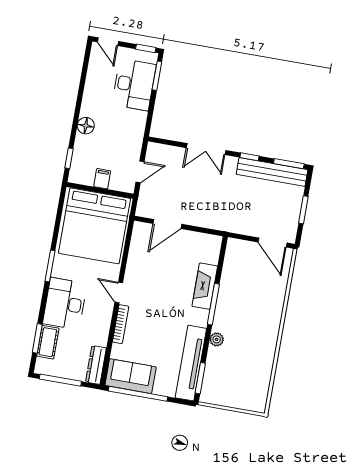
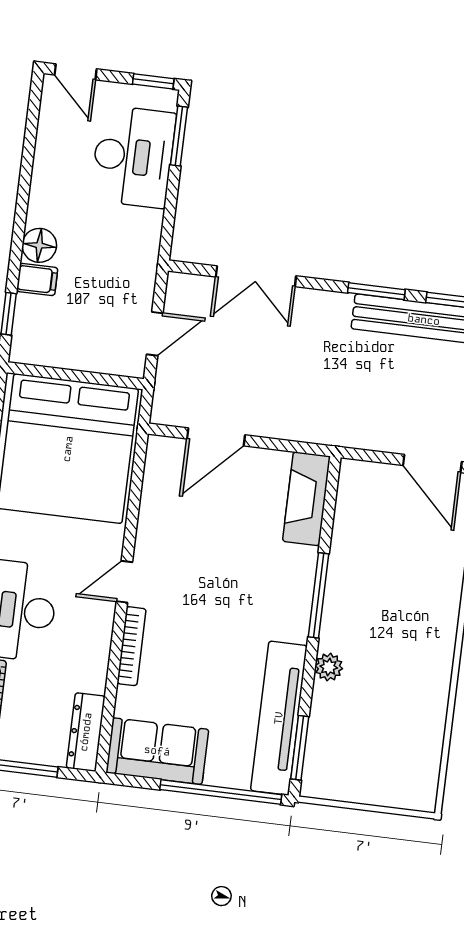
double door: (206, 149) -> (256, 276), moved
window: (250, 157) -> (376, 291), width x1.50
filing cabinet: (102, 179) -> (37, 279), moved, turned 90
fireplace: (205, 286) -> (307, 499), moved
door: (119, 292) -> (124, 582), hinge flipped
window: (138, 394) -> (221, 792), moved

